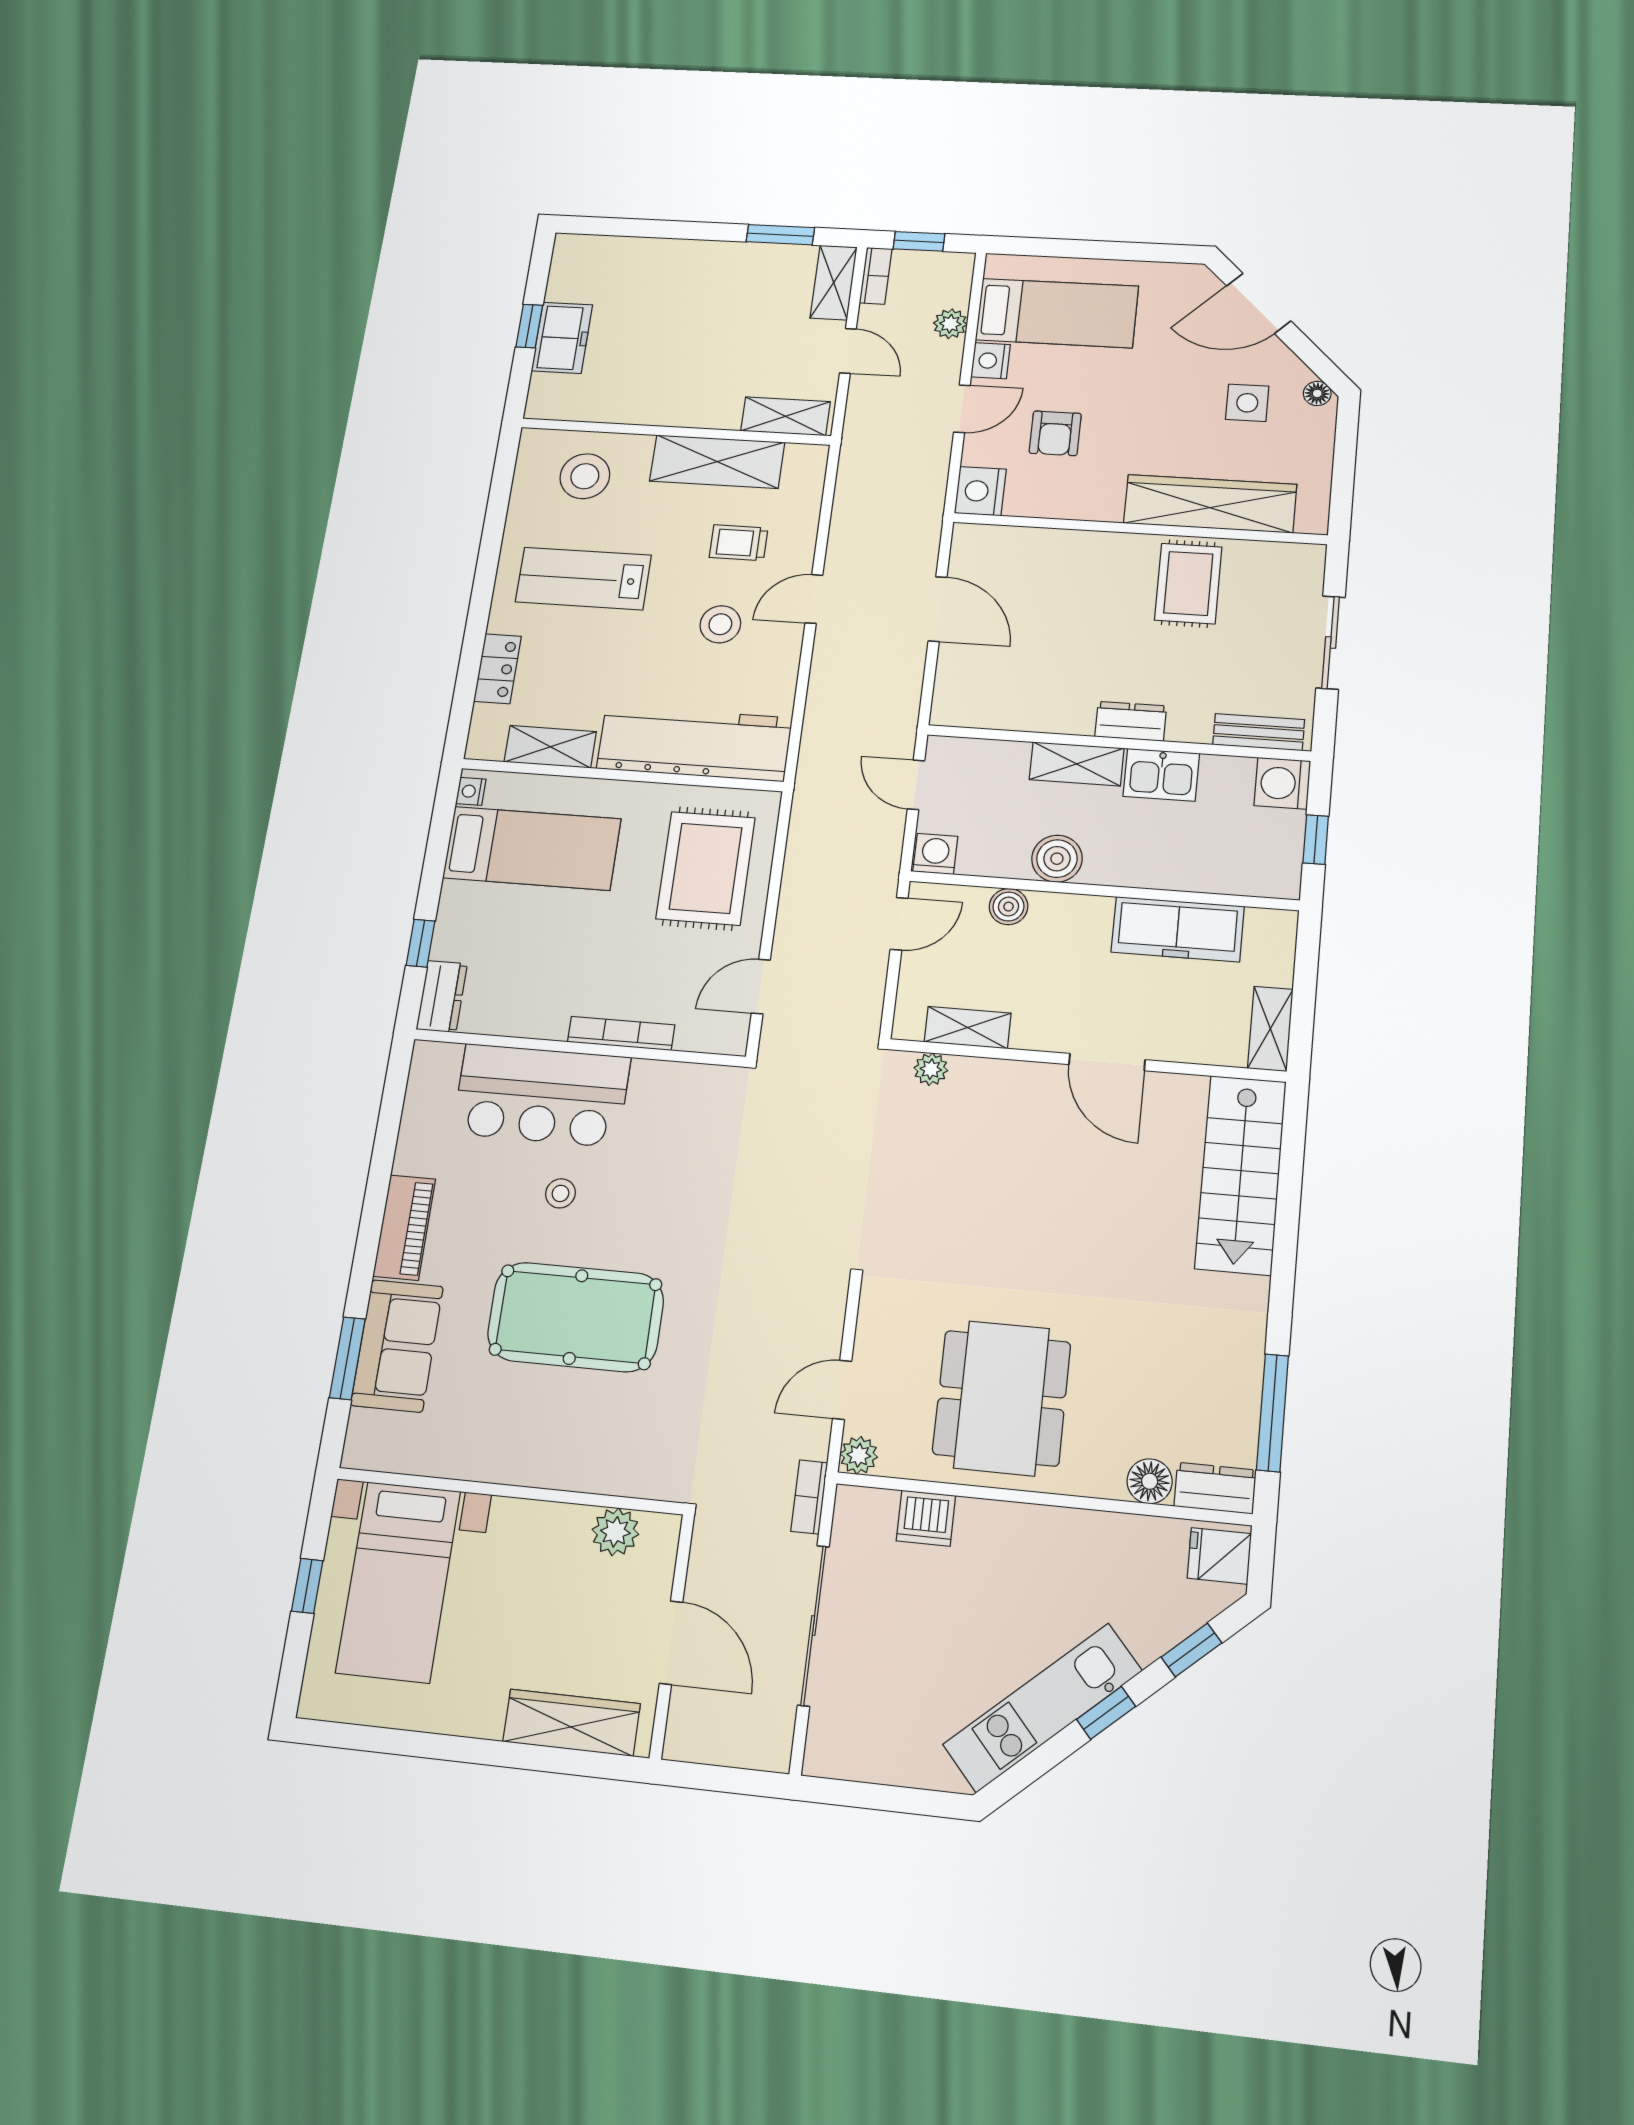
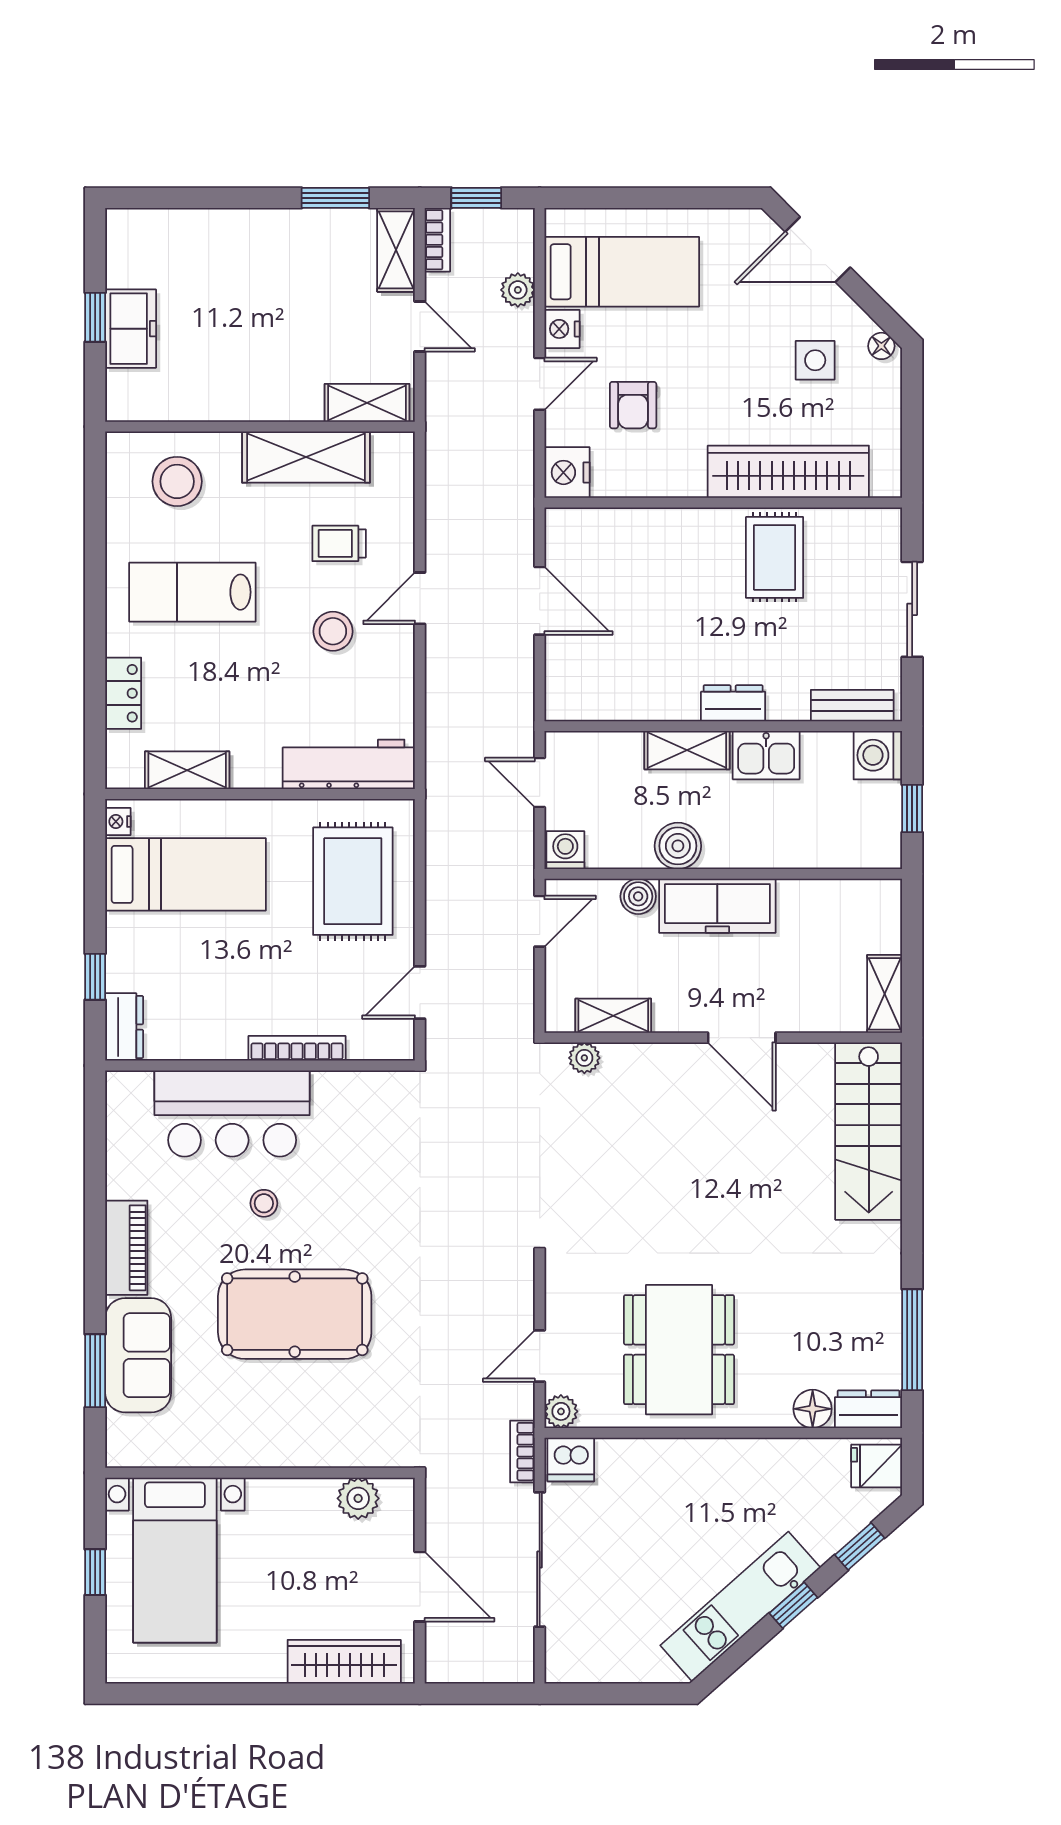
workbench: (694, 743) -> (349, 764), width x0.73, depth x0.76
freezer: (1178, 929) -> (717, 906), moved
dishwasher: (926, 1518) -> (571, 1459), moved

